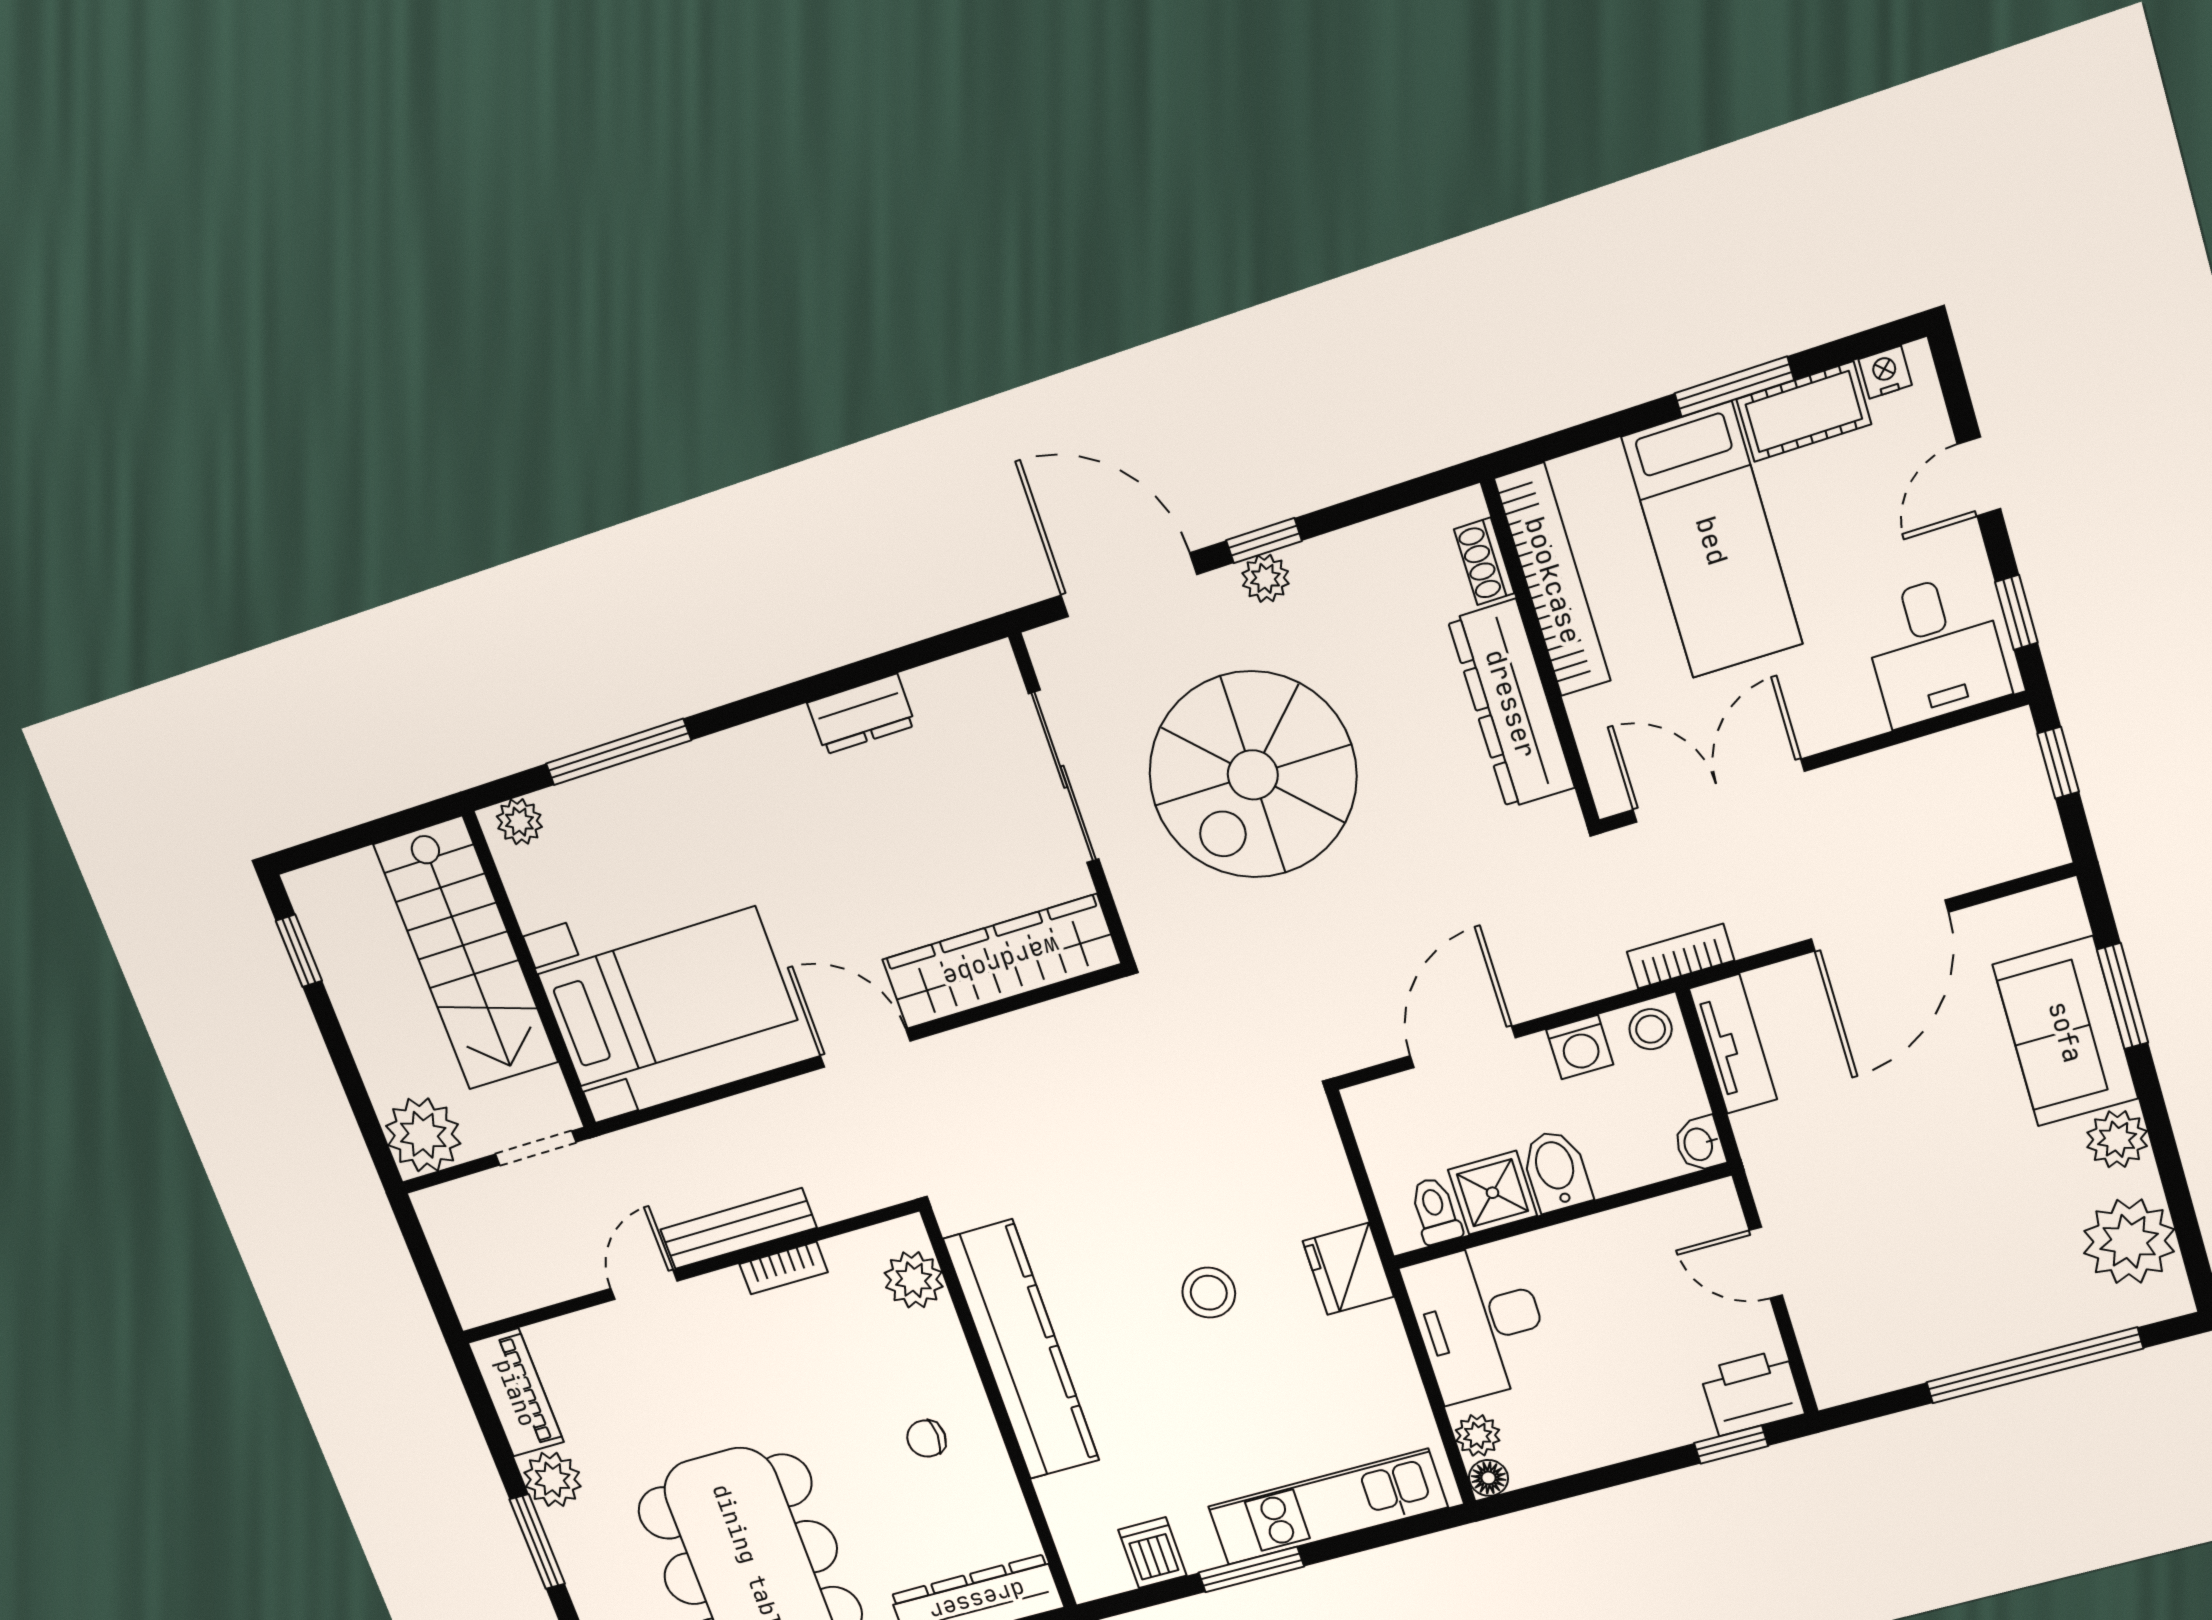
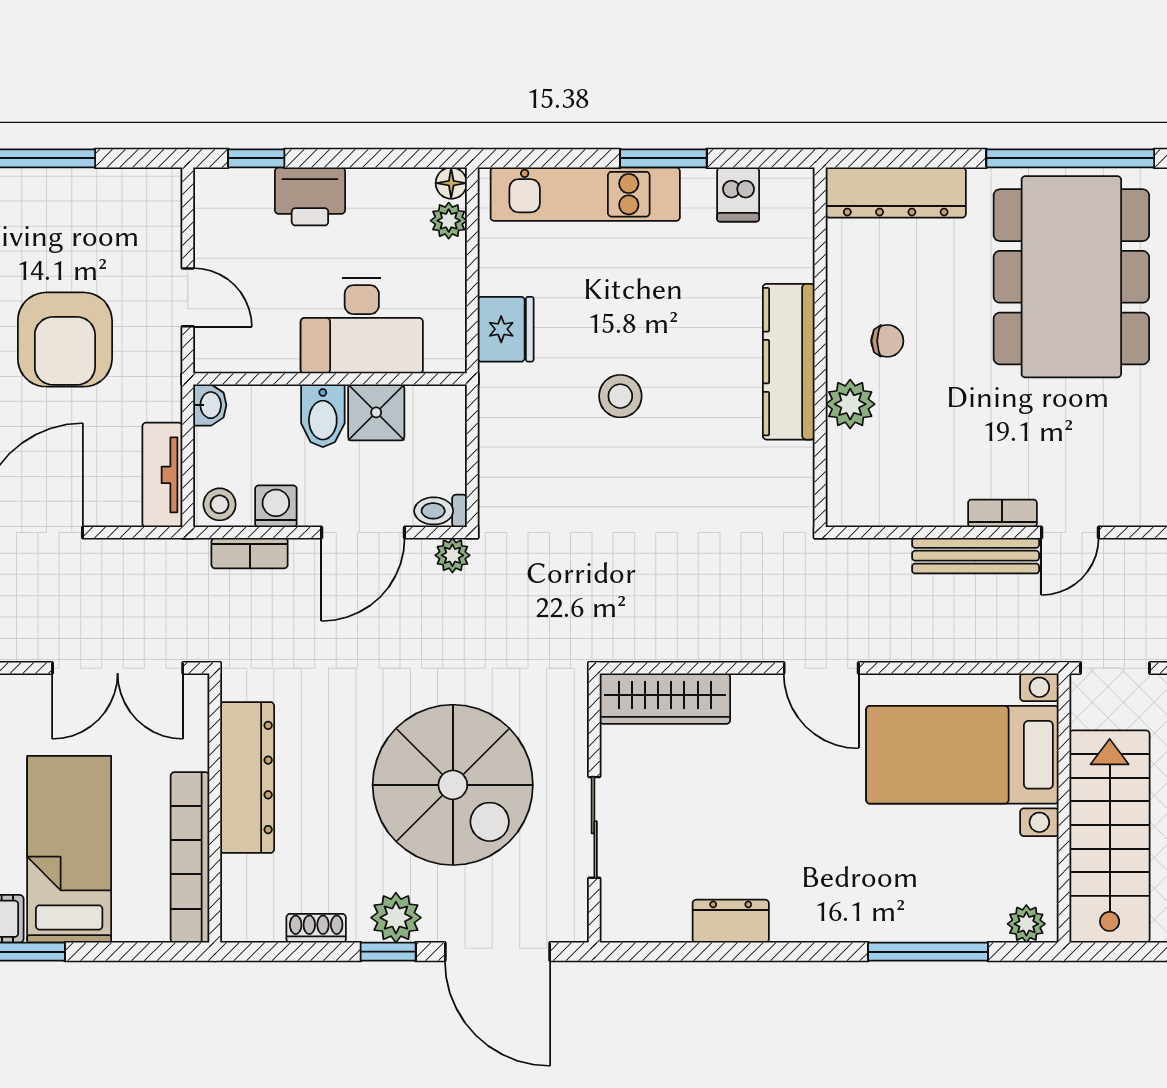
shoe rack: (1484, 561) -> (316, 928), moved, turned -90
plant: (1265, 578) -> (396, 918), width x1.38, depth x1.38
spiral stairs: (1253, 775) -> (453, 785), turned 90
sliding door: (1064, 777) -> (594, 827), width x0.73
bookcase: (1681, 956) -> (250, 553), moved
wardrobe: (1001, 962) -> (665, 699), width x0.71, depth x0.85
plant: (1345, 1051) -> (452, 555), added
armchair: (1905, 1171) -> (65, 340), added
toilet: (1435, 1211) -> (441, 511), moved, turned 90
bookcase: (784, 1268) -> (1002, 513), moved
fridge: (1348, 1269) -> (506, 329), moved
plant: (914, 1280) -> (850, 404), moved
desk: (1479, 1322) -> (362, 326), moved, turned 90
kitchen counter: (1022, 1350) -> (789, 362), width x0.72, depth x0.86
printer: (1752, 1392) -> (310, 196), moved

